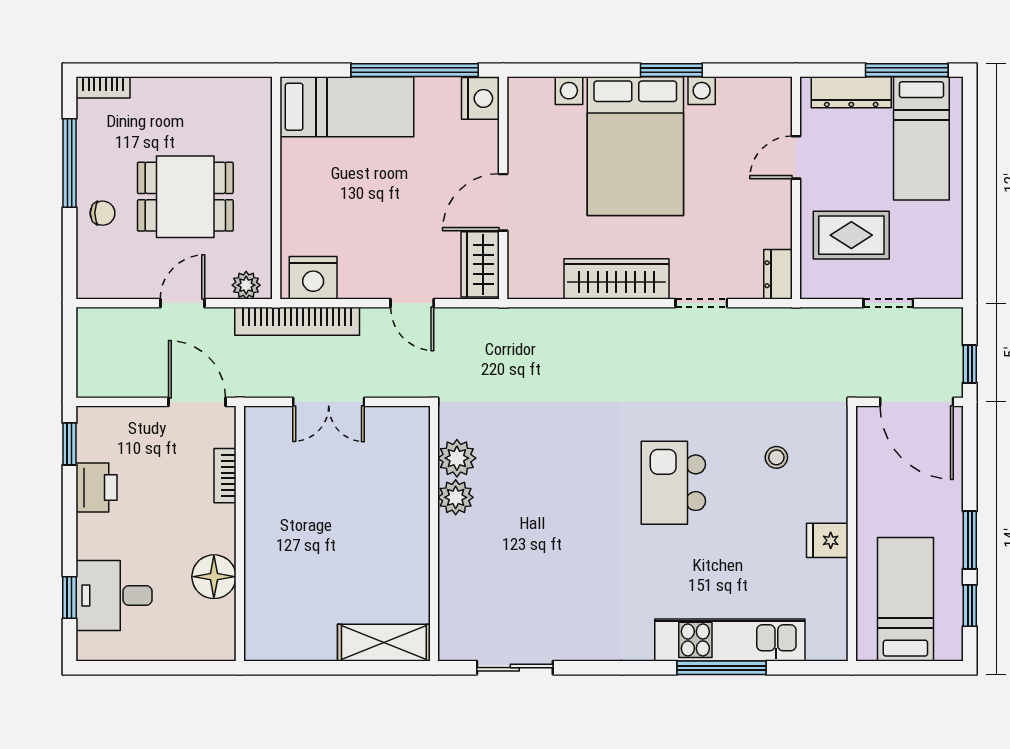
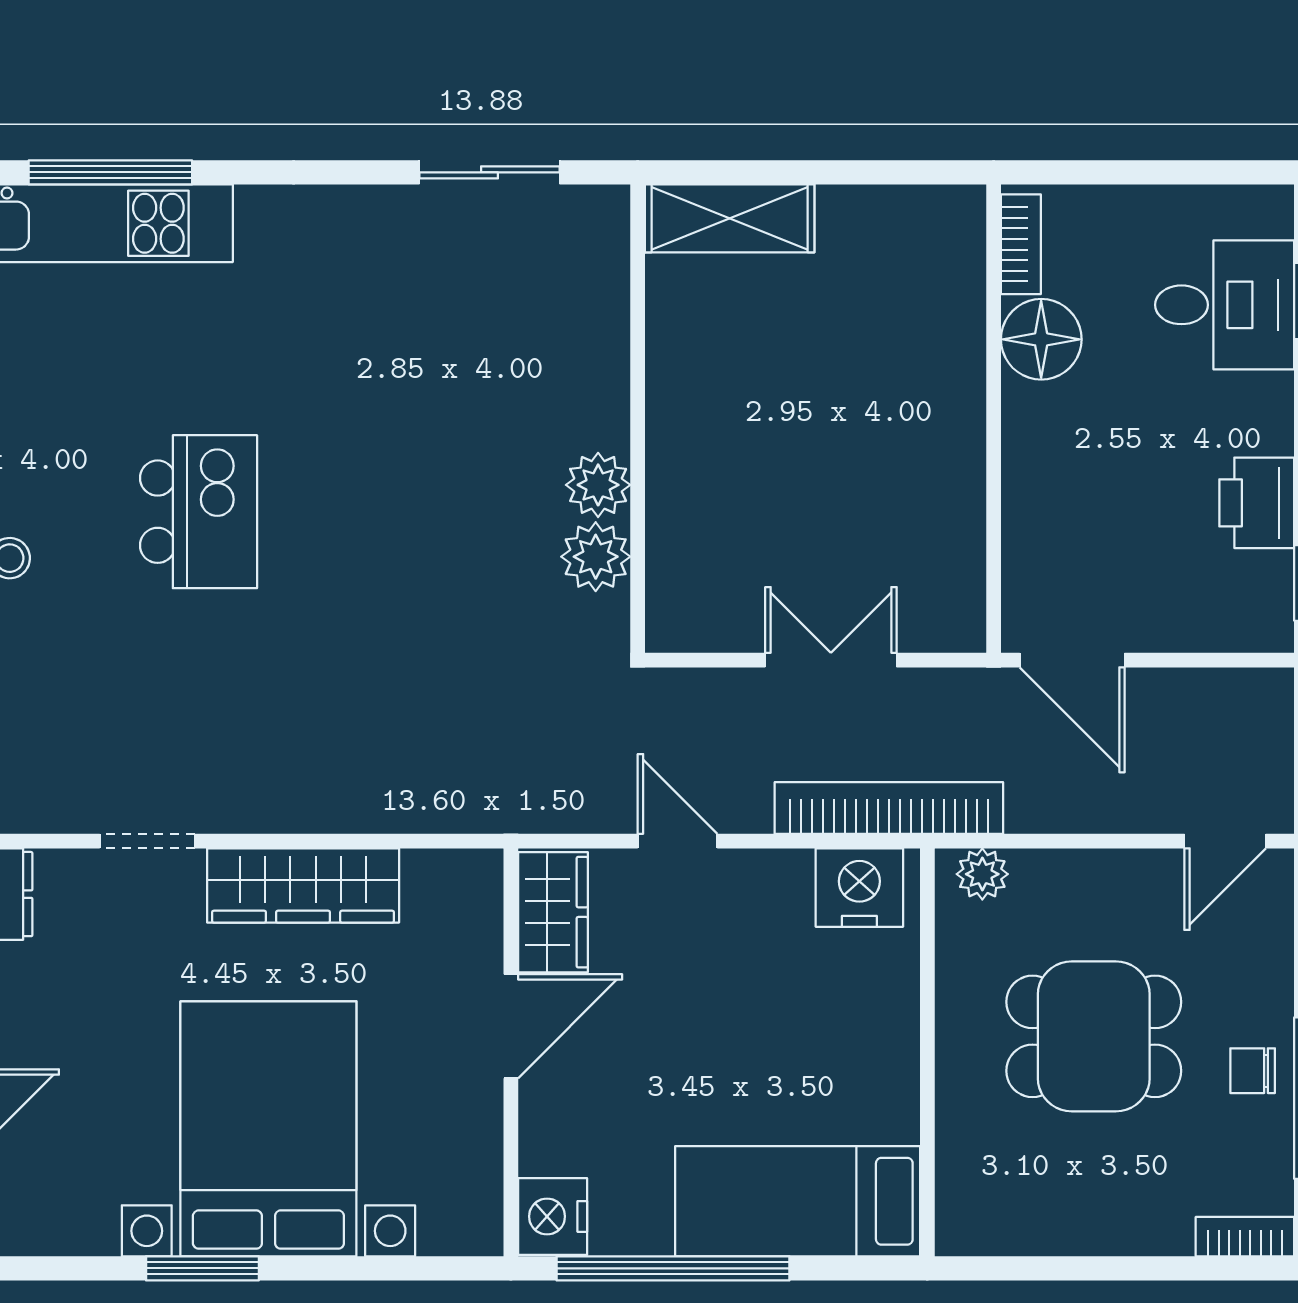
chair: (103, 213) -> (1253, 1071), moved
door: (183, 303) -> (1225, 841), moved
bookcase: (225, 476) -> (1021, 244), moved

